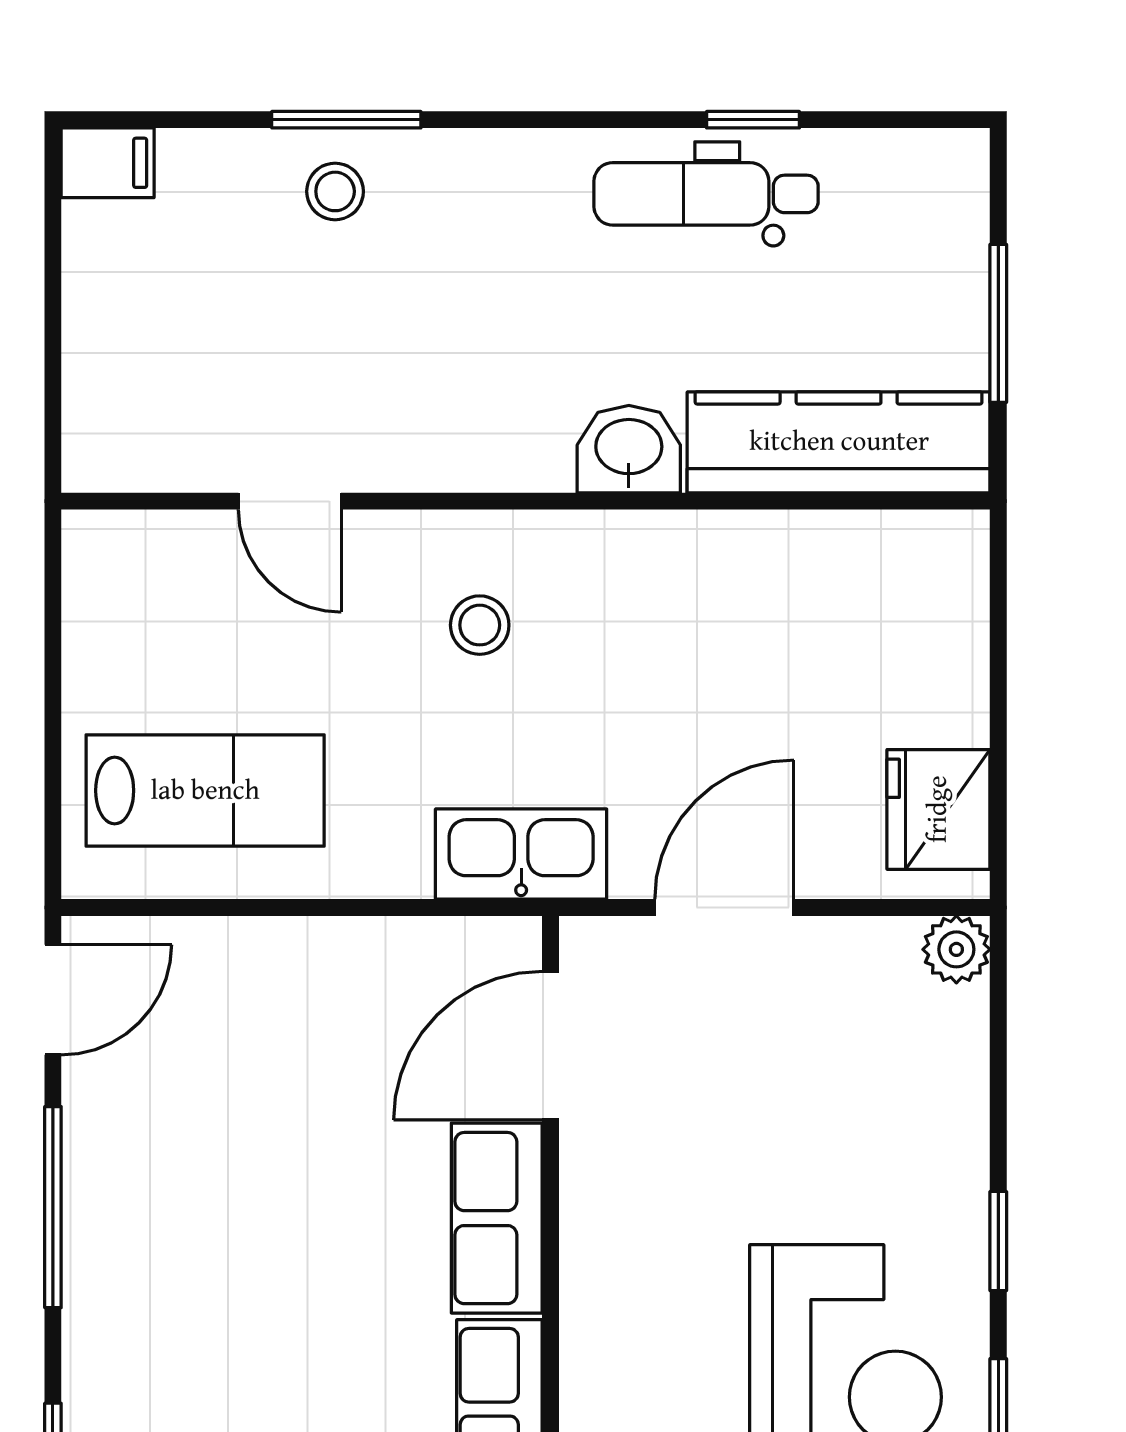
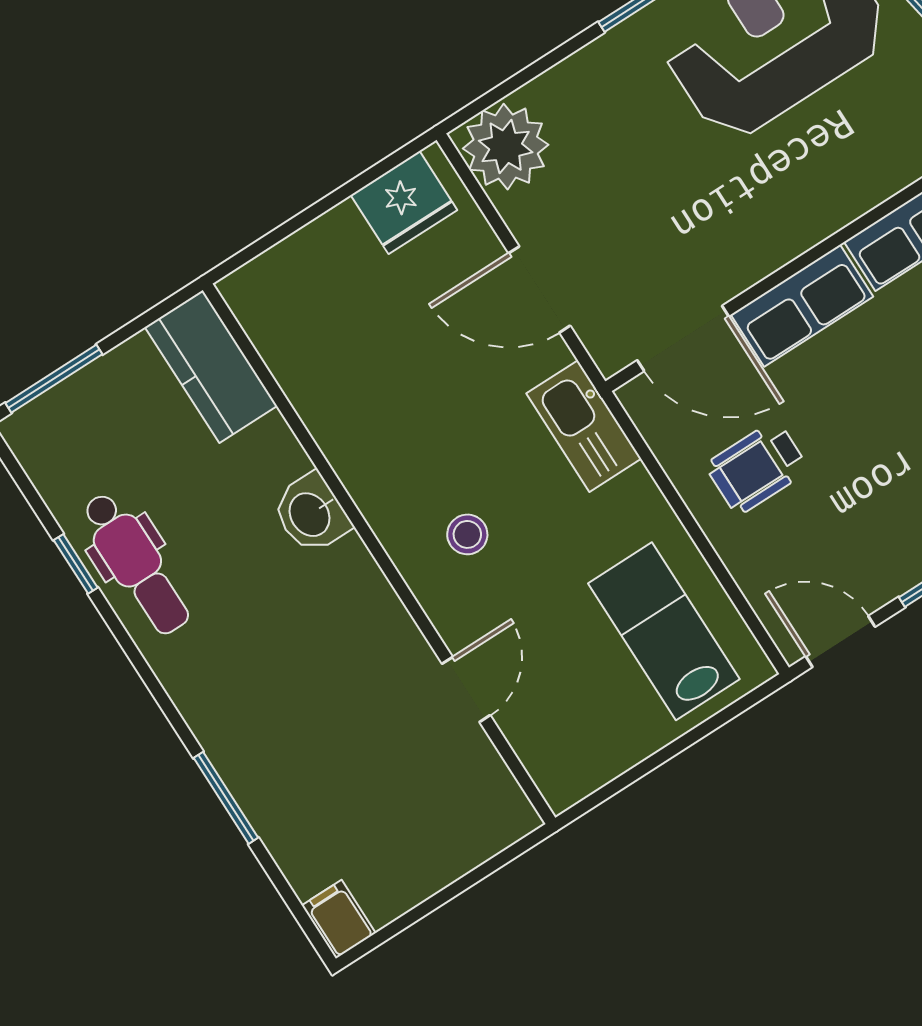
stool: (335, 191) -> (271, 778), removed
window: (998, 323) -> (54, 379), moved
kitchen counter: (839, 442) -> (211, 366), width x0.67
plant: (956, 949) -> (506, 147), width x1.88, depth x1.88
wheelchair: (333, 1035) -> (757, 467), added

